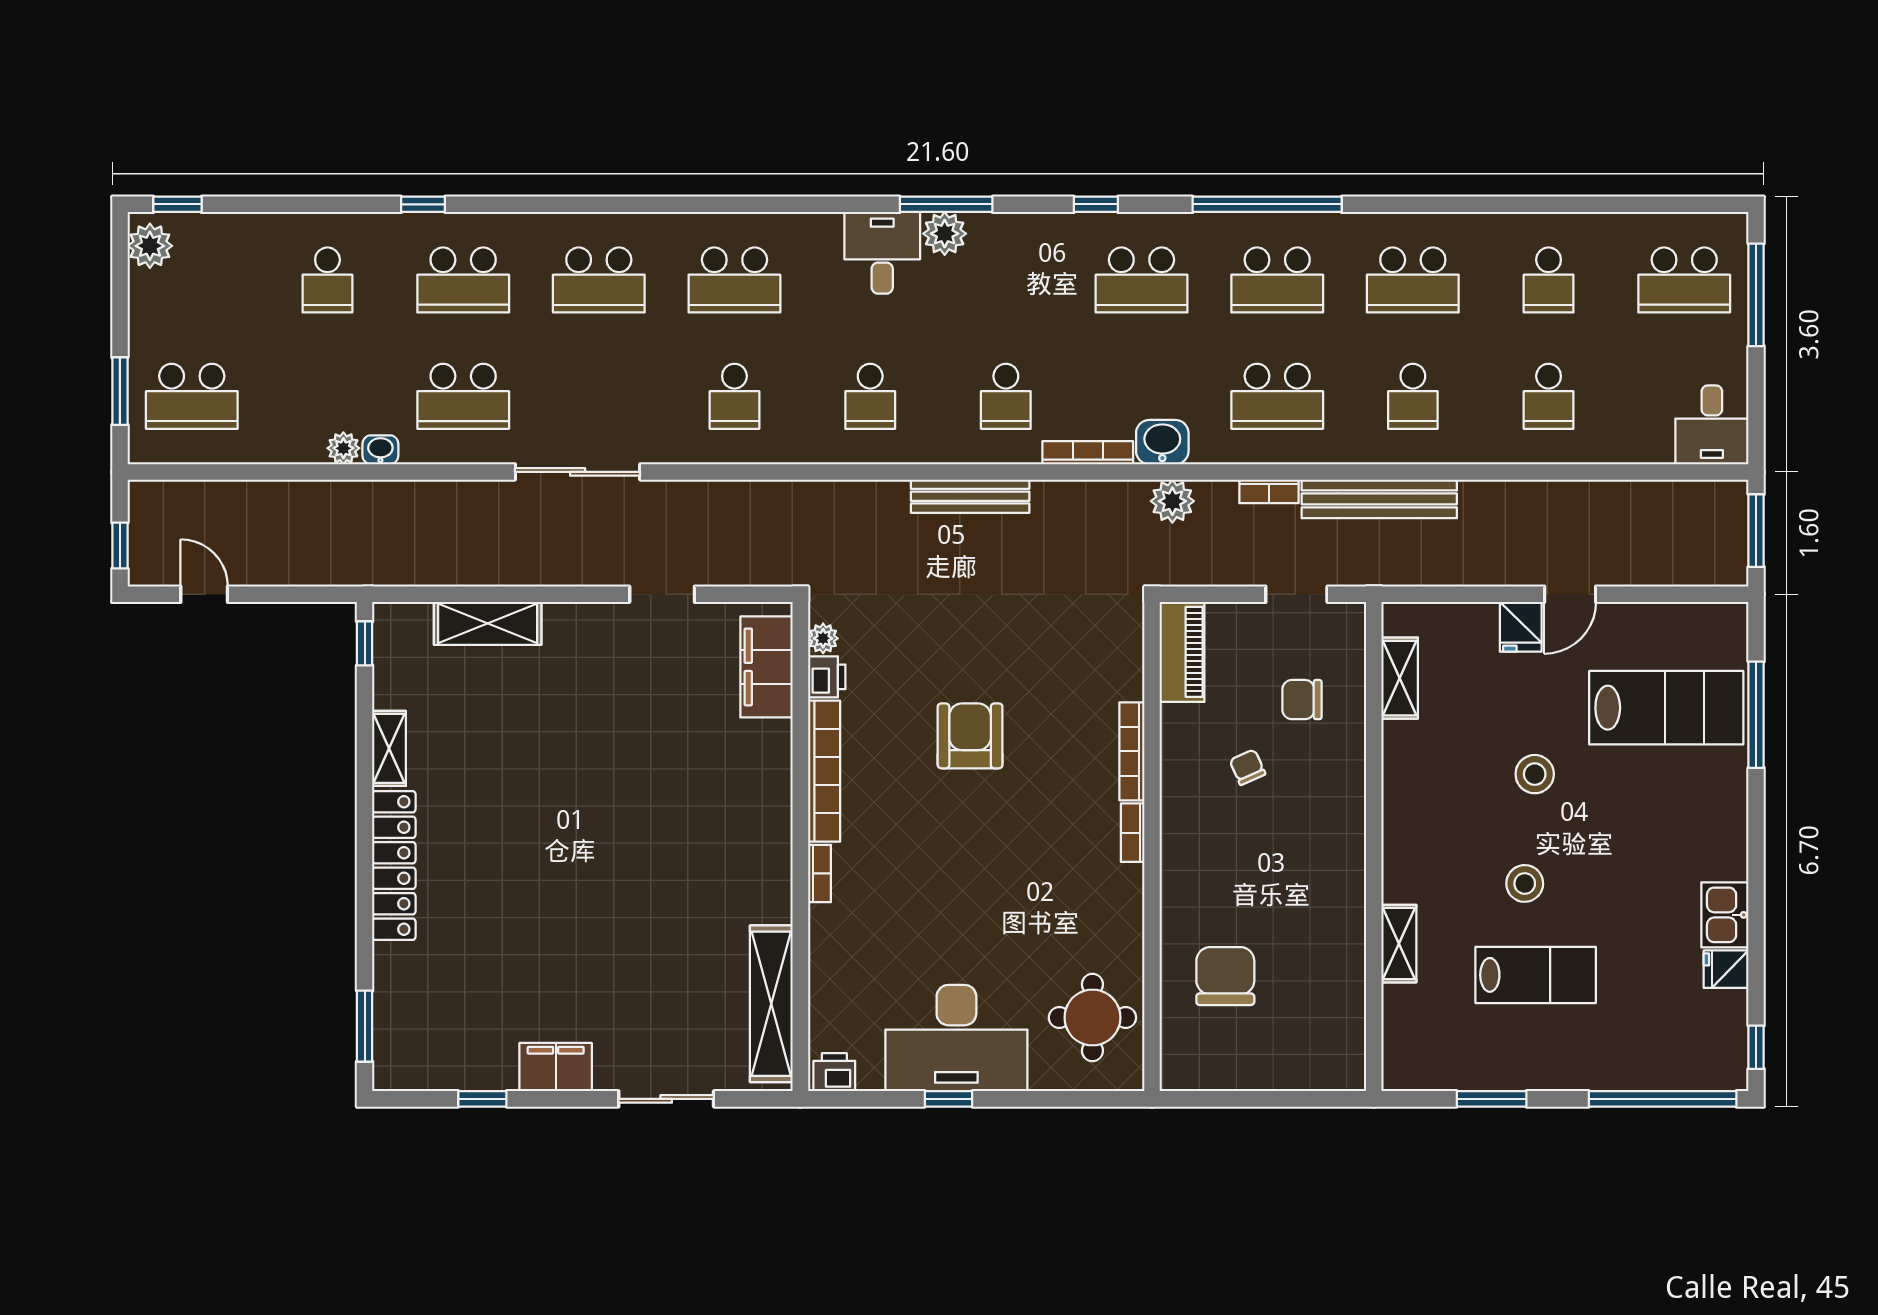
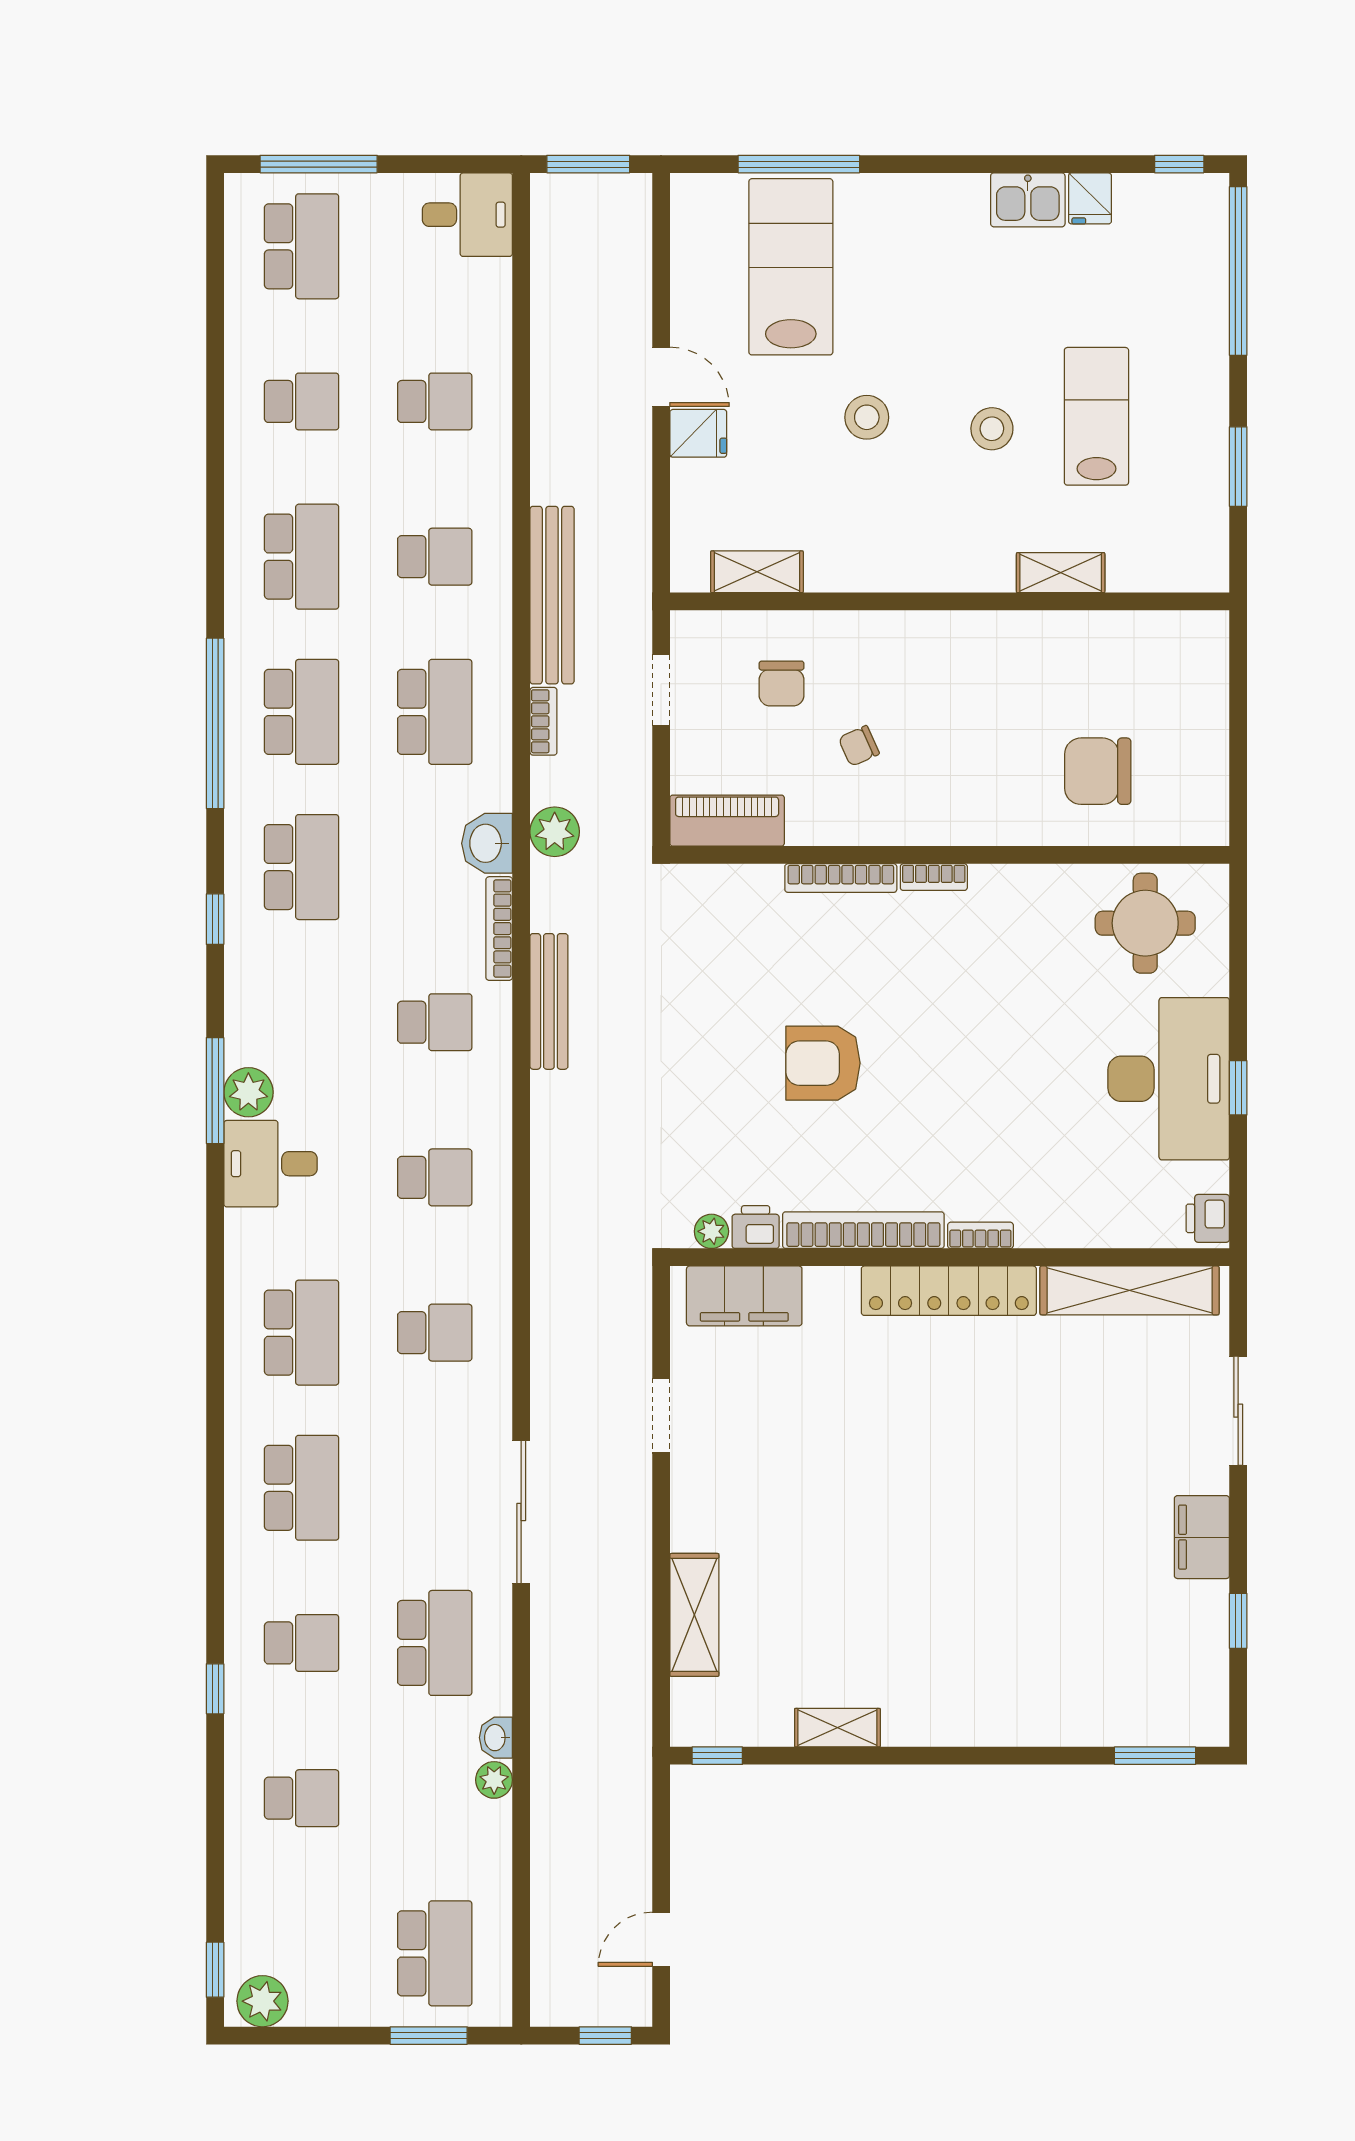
school desk: (463, 280) -> (302, 1643), width x0.54
bench: (970, 496) -> (549, 1001), moved
locker: (394, 865) -> (949, 1291), moved, turned 180

